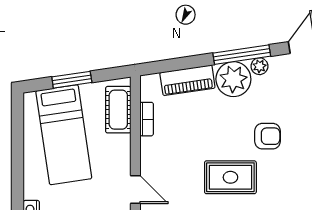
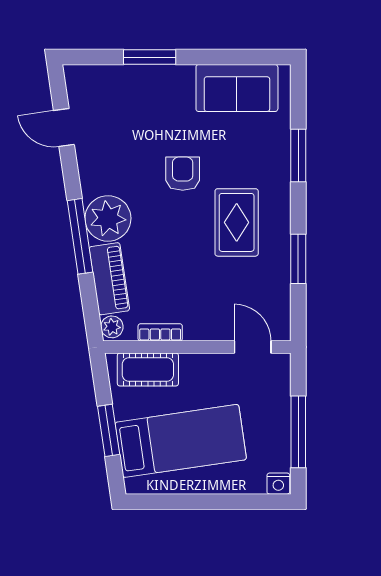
window: (242, 55) -> (80, 236), moved
plant: (259, 66) -> (112, 327), moved
door: (135, 190) -> (253, 347), hinge flipped

